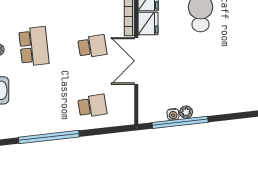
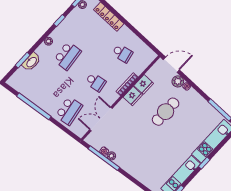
double door: (136, 61) -> (101, 119), moved
school desk: (92, 106) -> (69, 111), width x1.85

